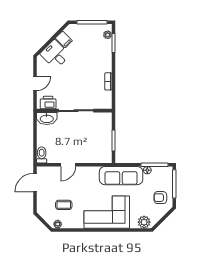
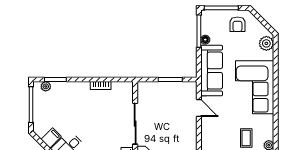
door: (68, 165) -> (199, 108), moved

